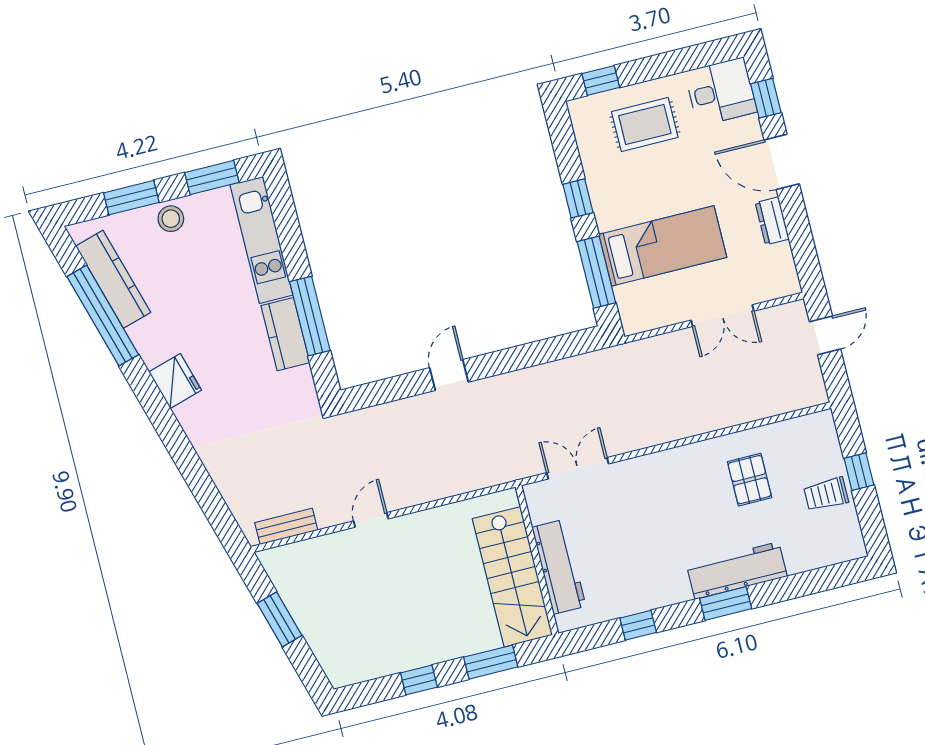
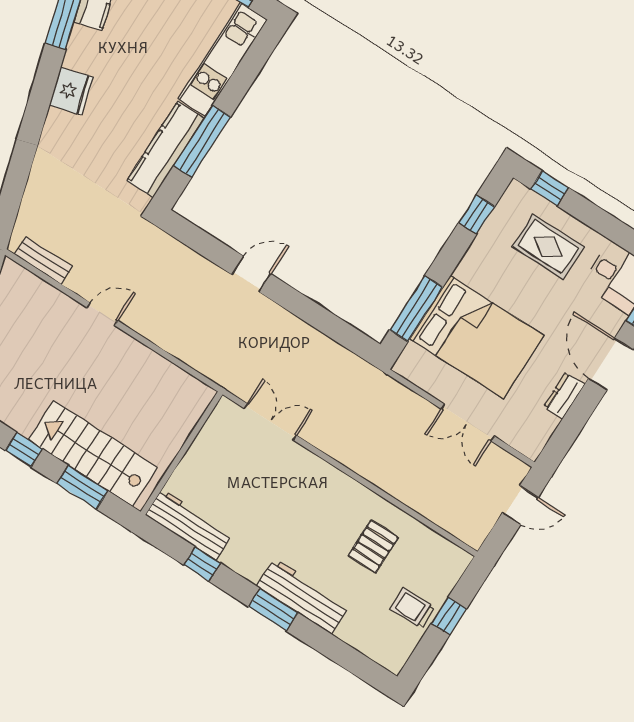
window: (578, 198) -> (477, 215), moved
bed: (663, 246) -> (477, 337), width x1.50
kitchen counter: (285, 334) -> (165, 150), width x1.50
workbench: (559, 567) -> (189, 524), moved, turned -90
stairs: (512, 577) -> (93, 454), moved, turned 90

